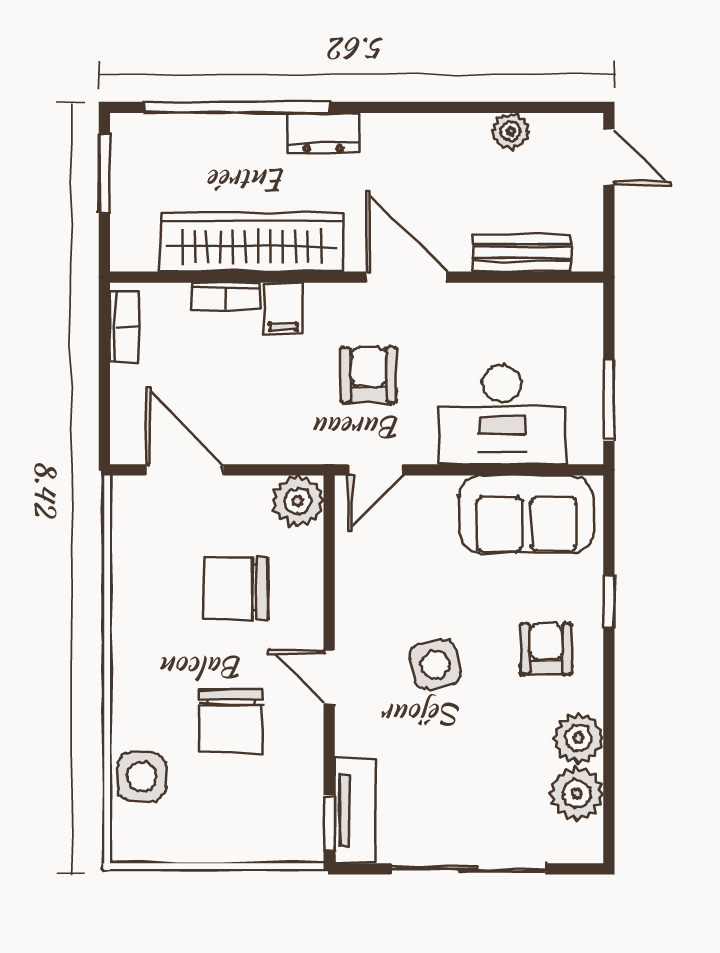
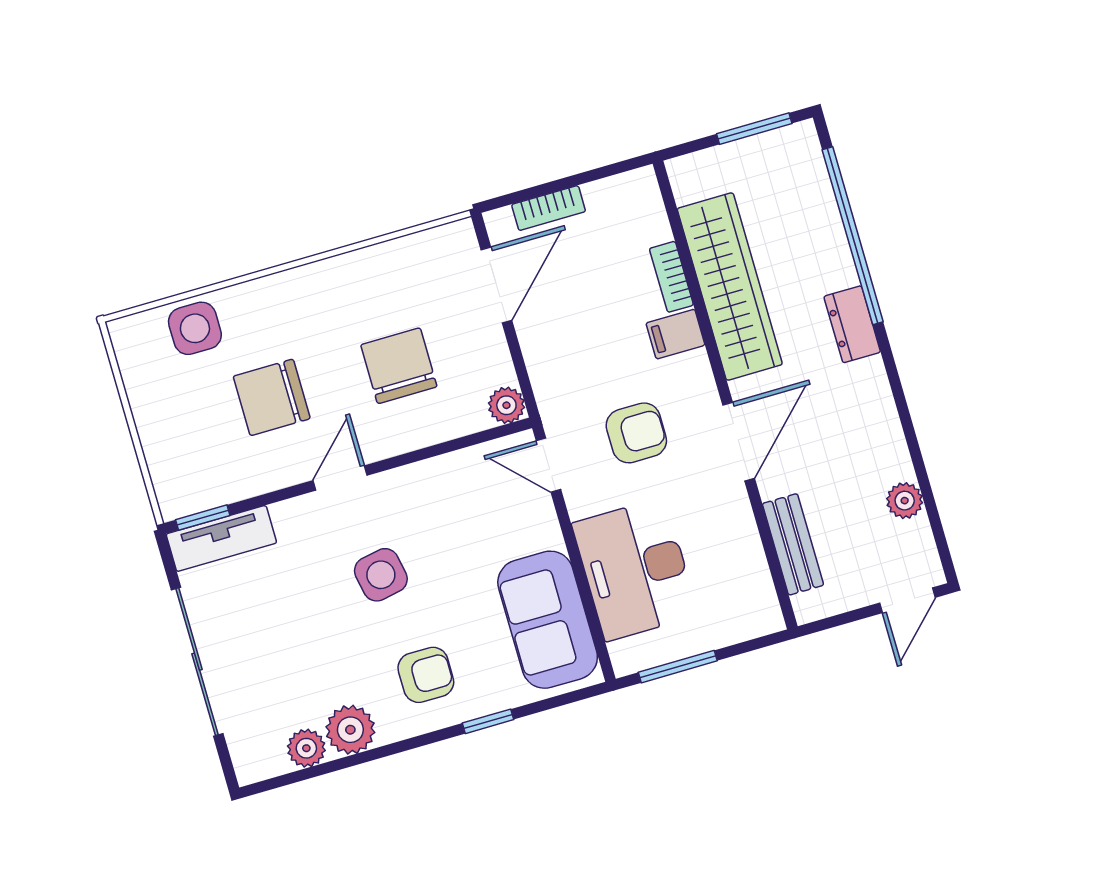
bookcase: (124, 327) -> (549, 208), moved
plant: (298, 501) -> (506, 405), width x0.73, depth x0.73
plant: (577, 794) -> (306, 748), width x0.73, depth x0.73

